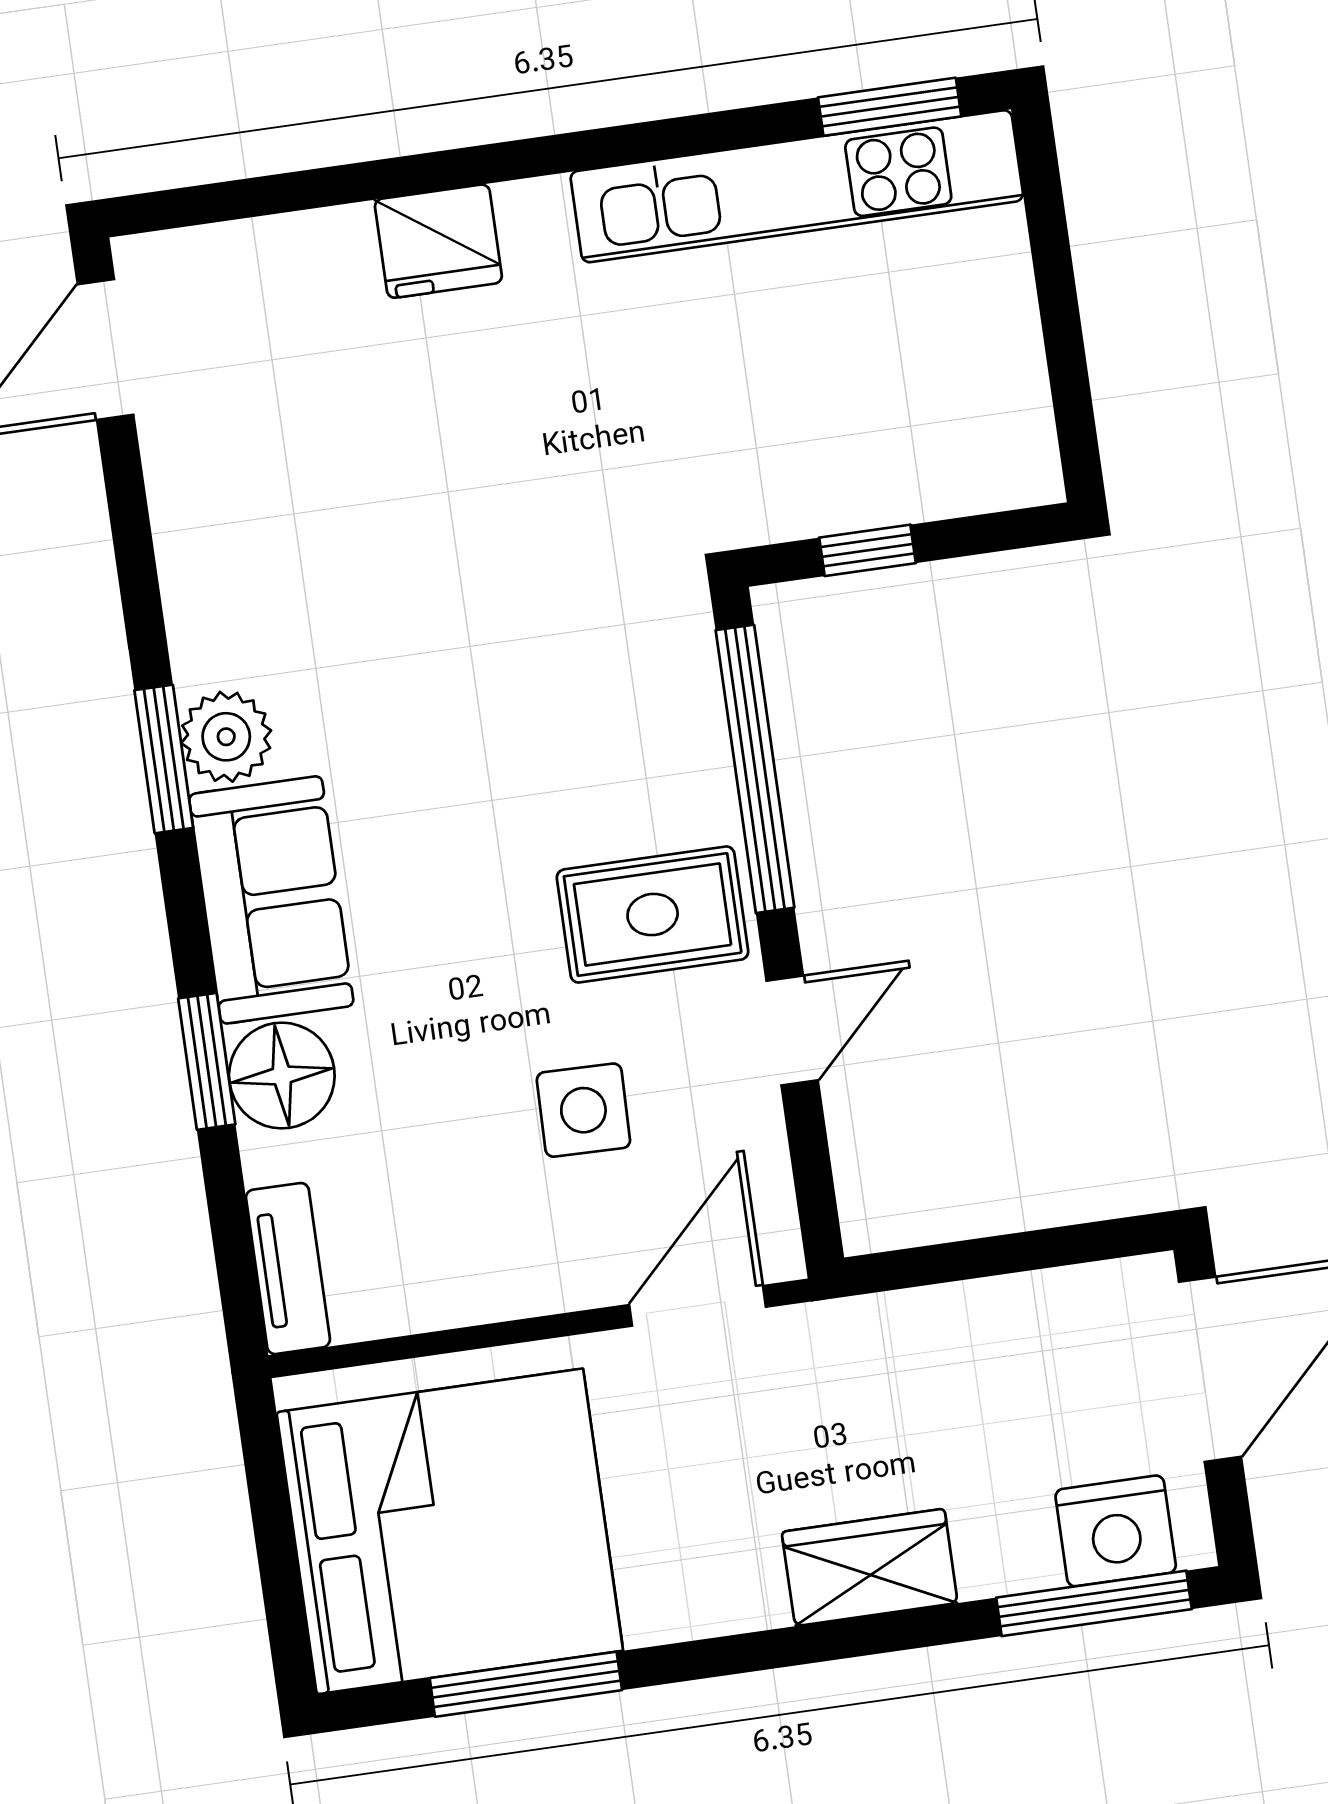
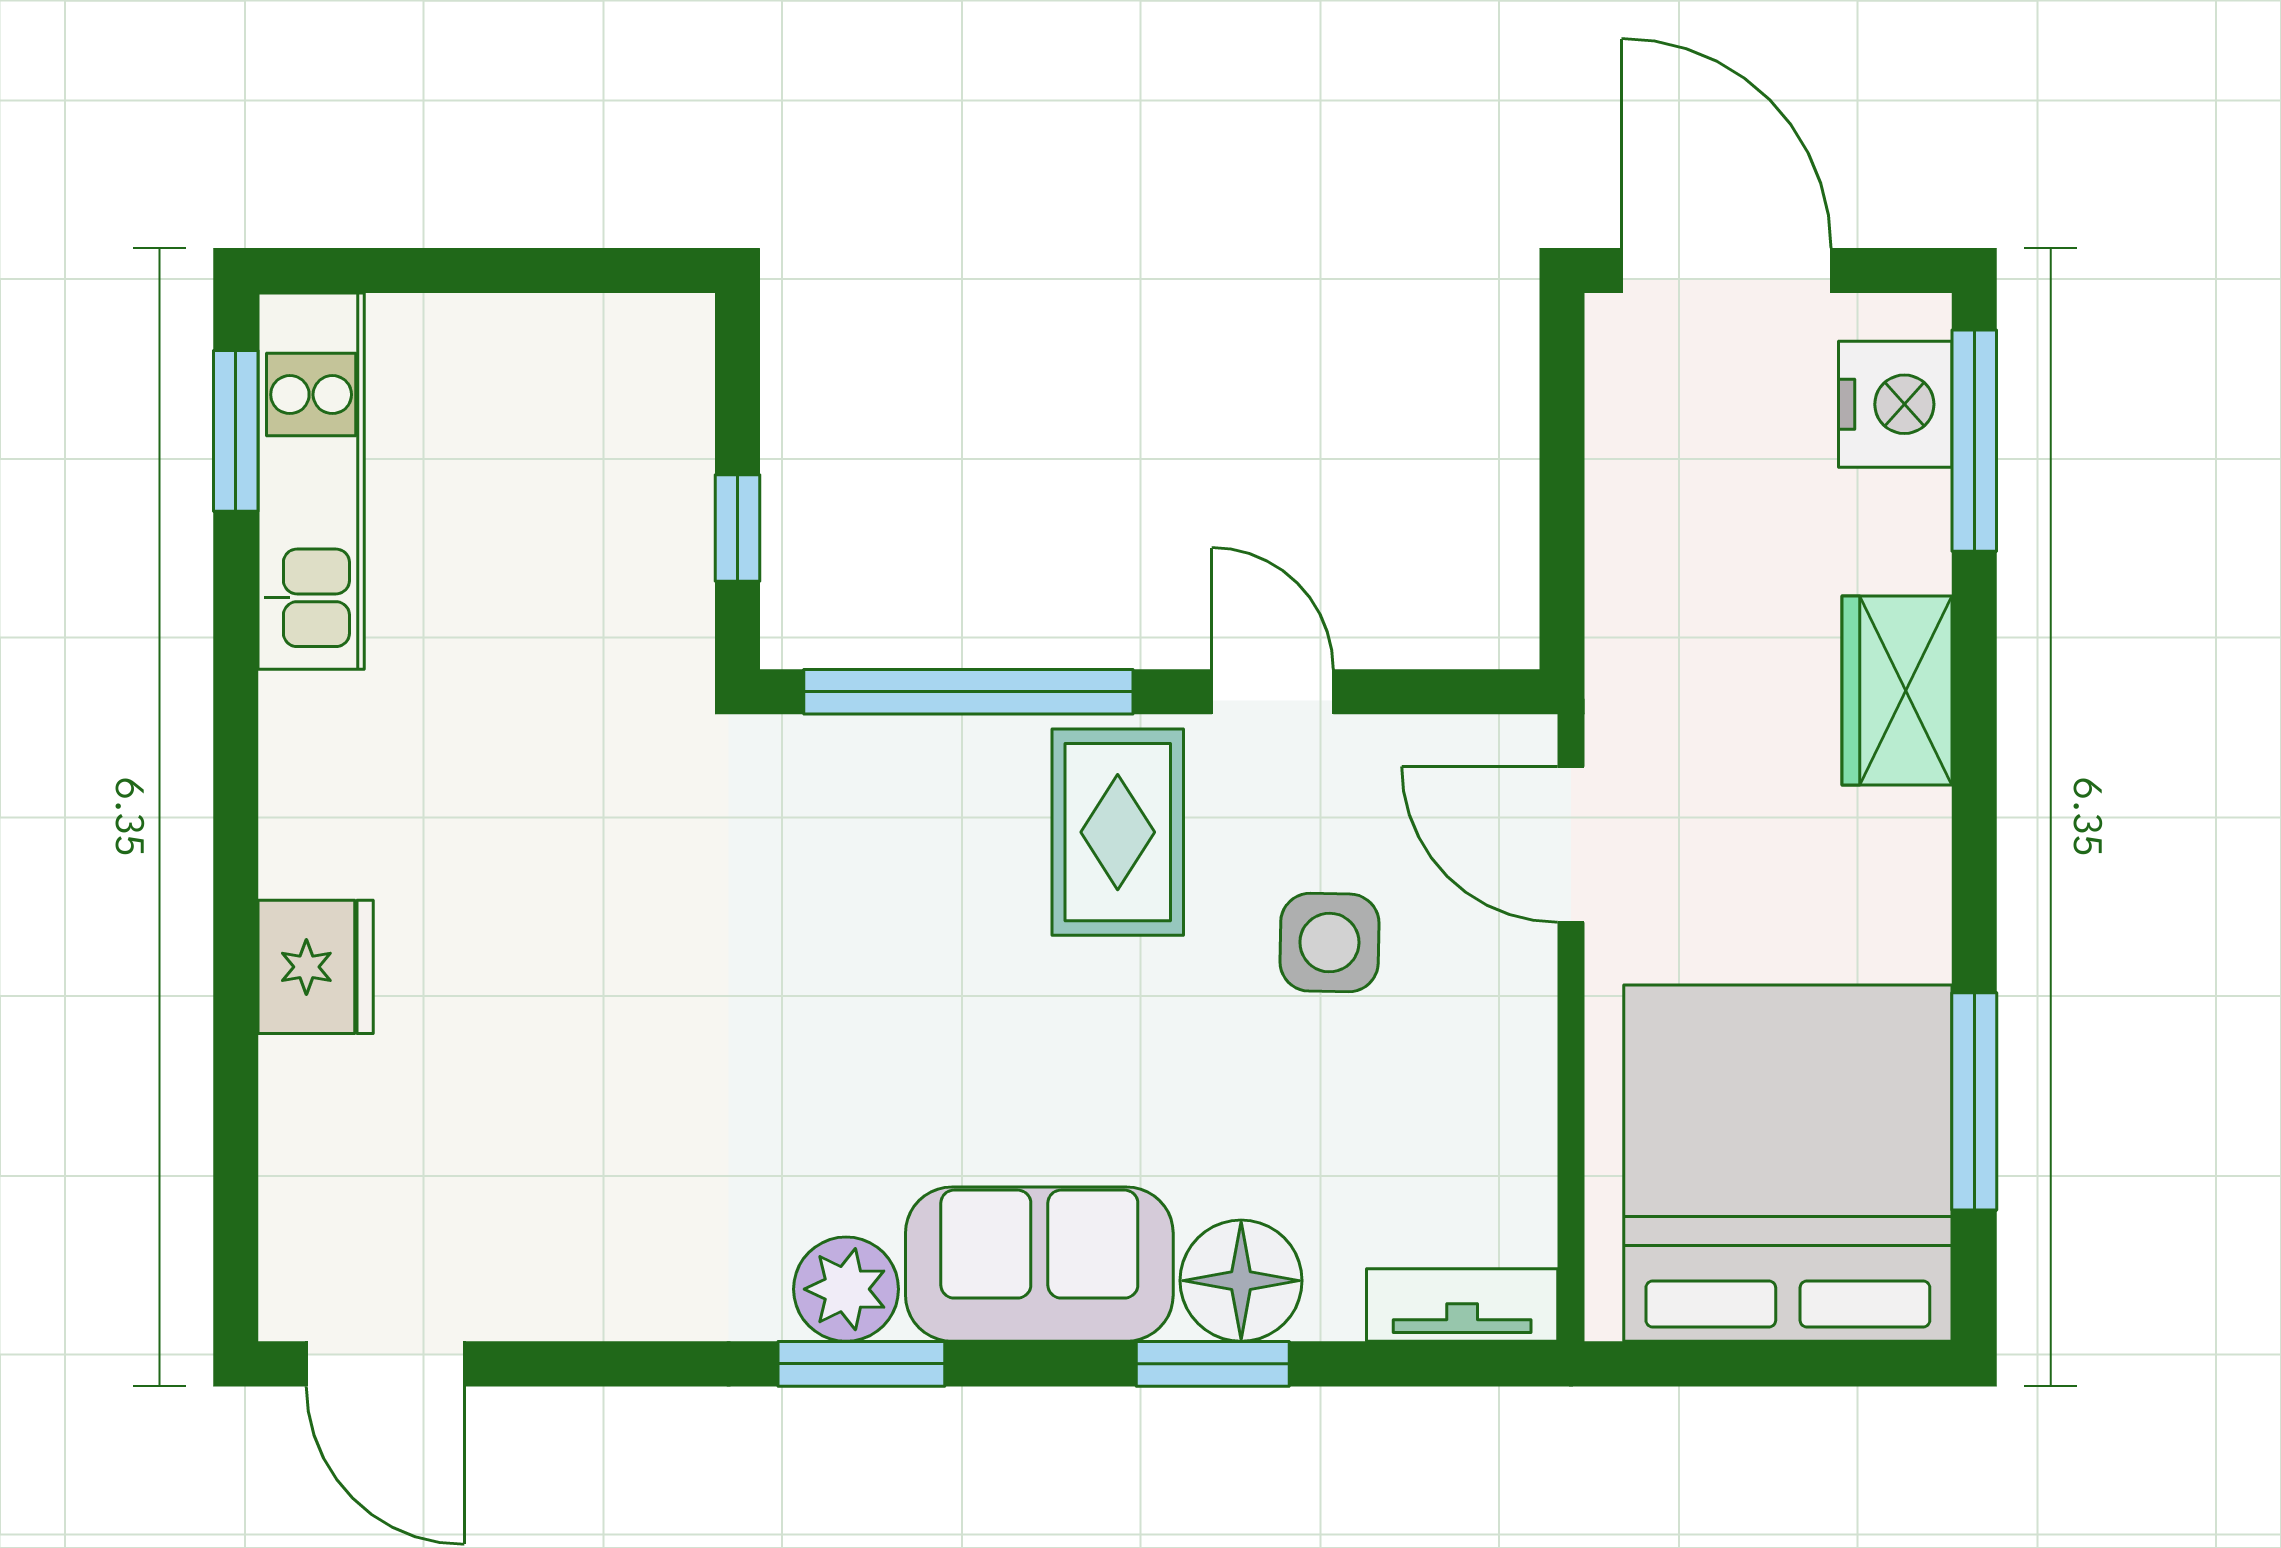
kitchen unit: (797, 186) -> (311, 481), width x0.73

